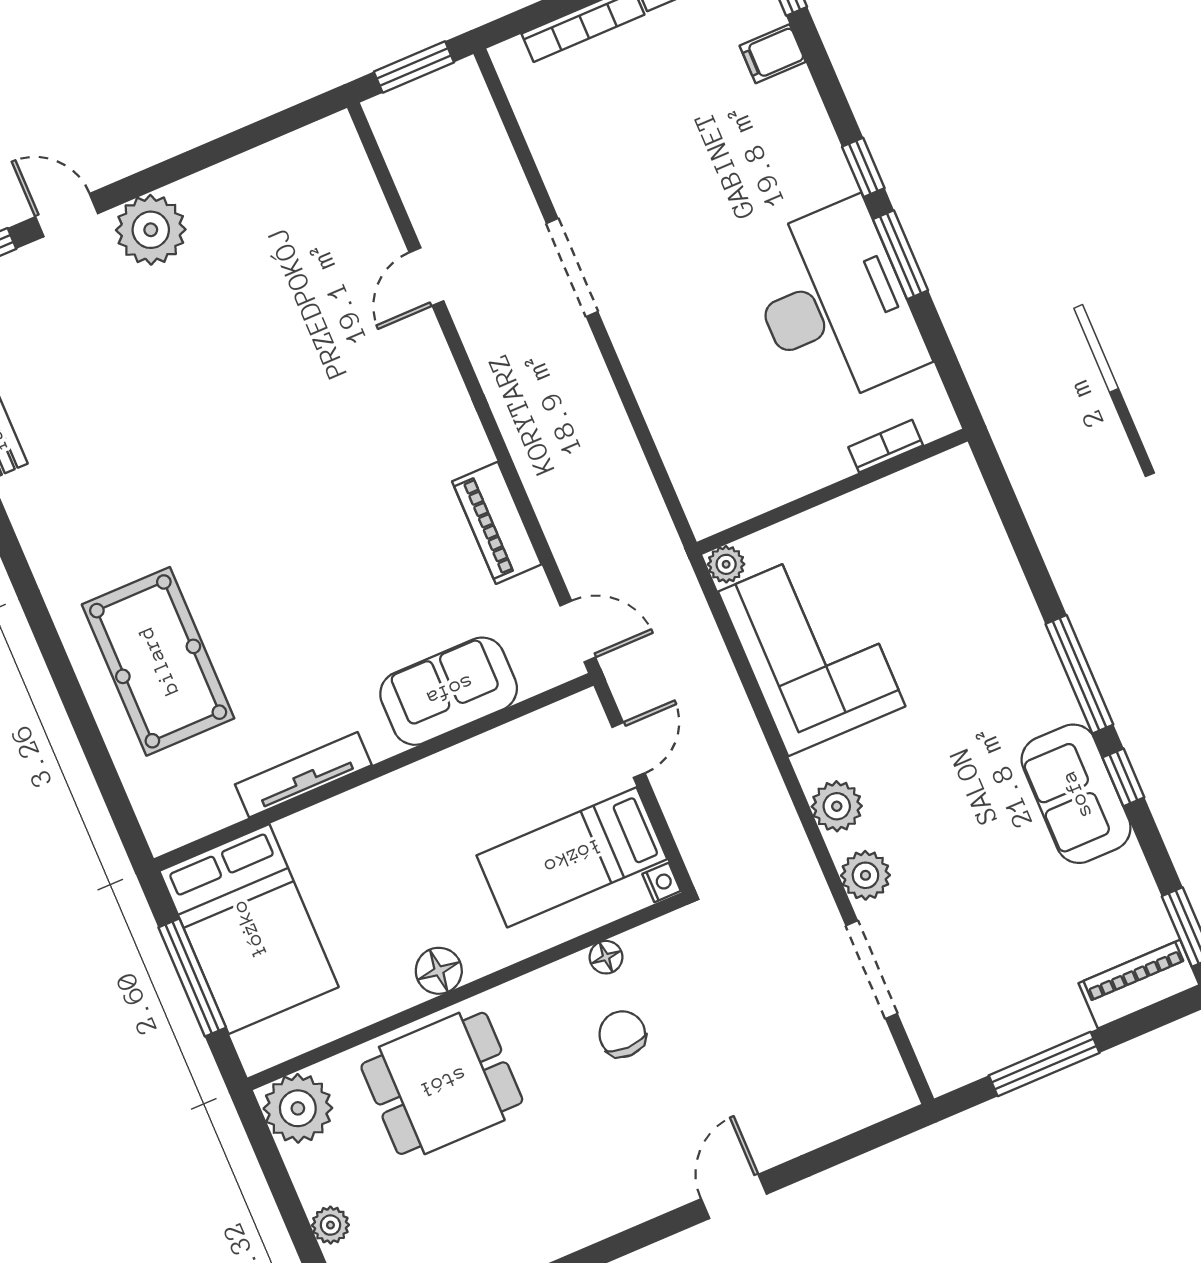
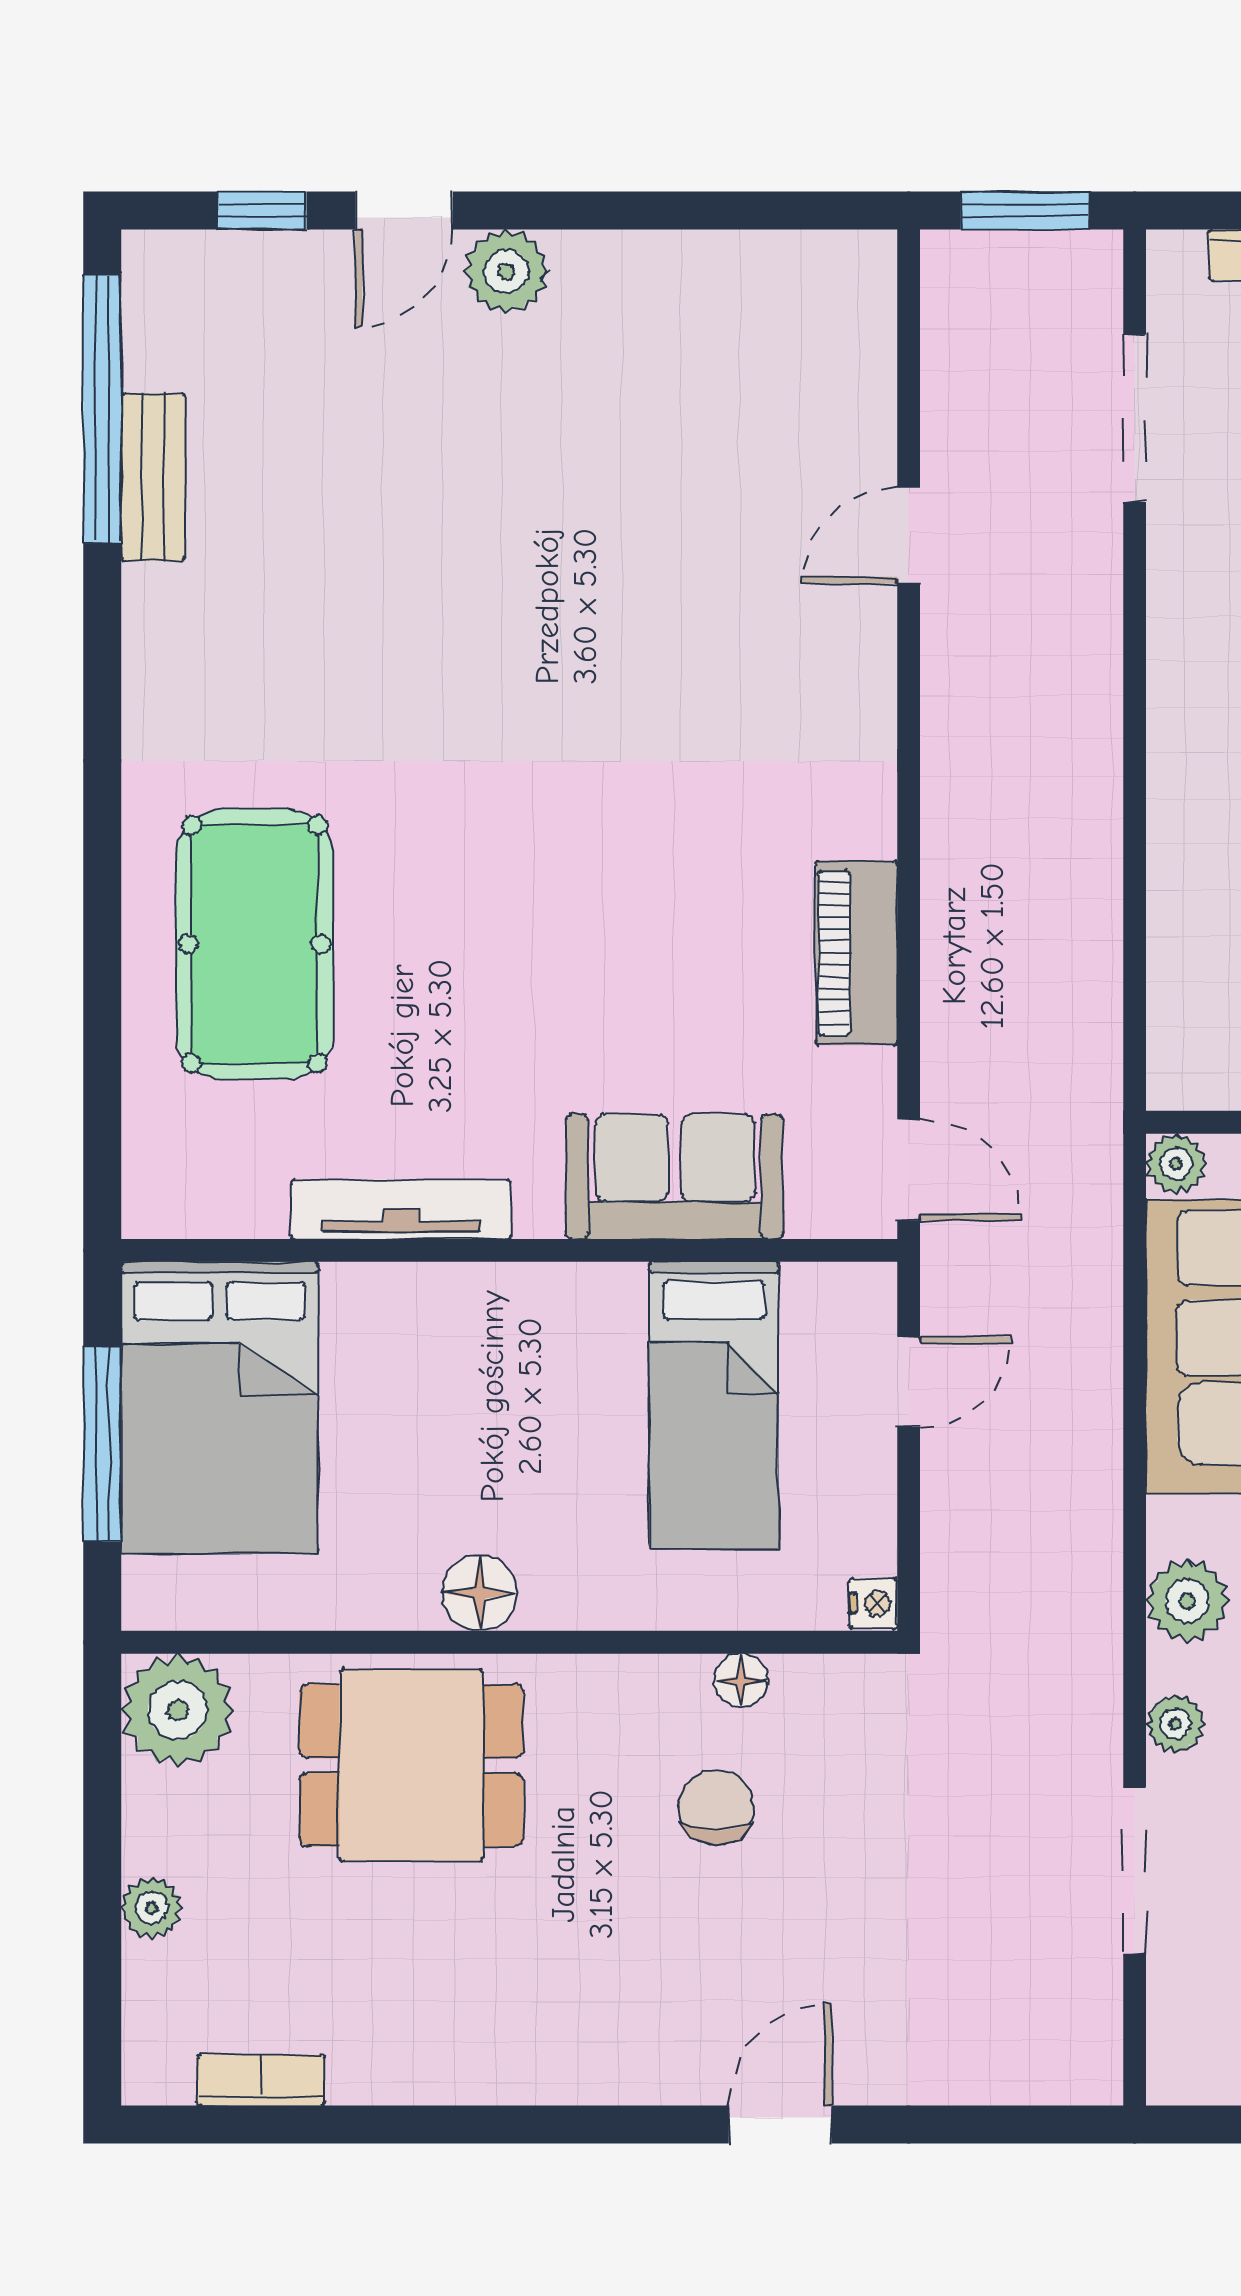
door: (67, 215) -> (404, 210), swing flipped
plant: (151, 230) -> (507, 271), width x0.73, depth x0.73
doorway: (572, 268) -> (1135, 418), moved
bed: (572, 857) -> (714, 1405), moved, turned -90
plant: (865, 875) -> (1175, 1724), width x0.73, depth x0.73

